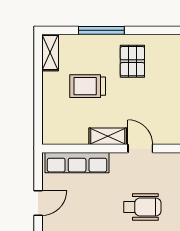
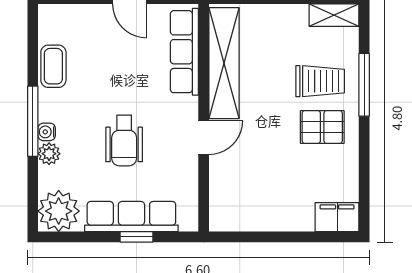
trolley: (88, 86) -> (320, 81), moved, turned 90
shelving: (108, 136) -> (224, 63), width x2.20, depth x1.33

